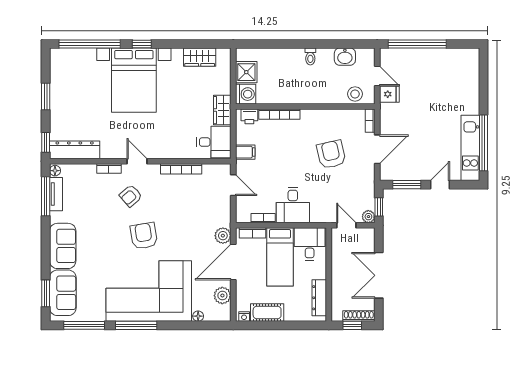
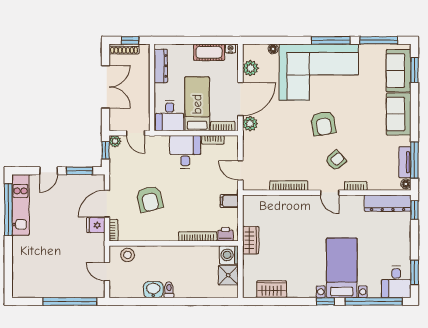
washbasin: (345, 57) -> (153, 290), moved
bed with nightstands: (134, 80) -> (342, 268), width x0.73
fridge: (389, 94) -> (96, 225), moved
window: (46, 97) -> (414, 272), moved
desk: (214, 142) -> (396, 282), moved, turned -90

